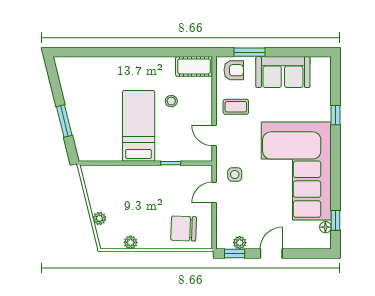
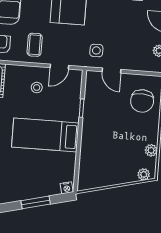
stool: (171, 101) -> (37, 88), moved
nightstand: (83, 154) -> (67, 188), added
plant: (99, 218) -> (144, 174), moved

